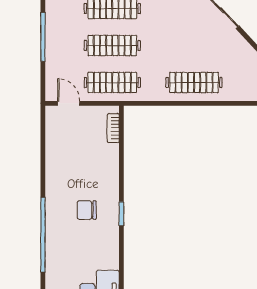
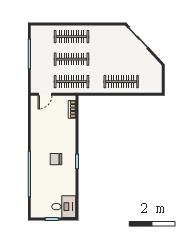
door: (69, 103) -> (45, 94), swing flipped

